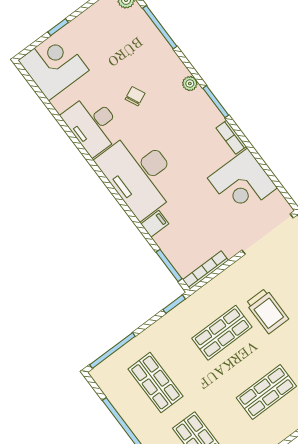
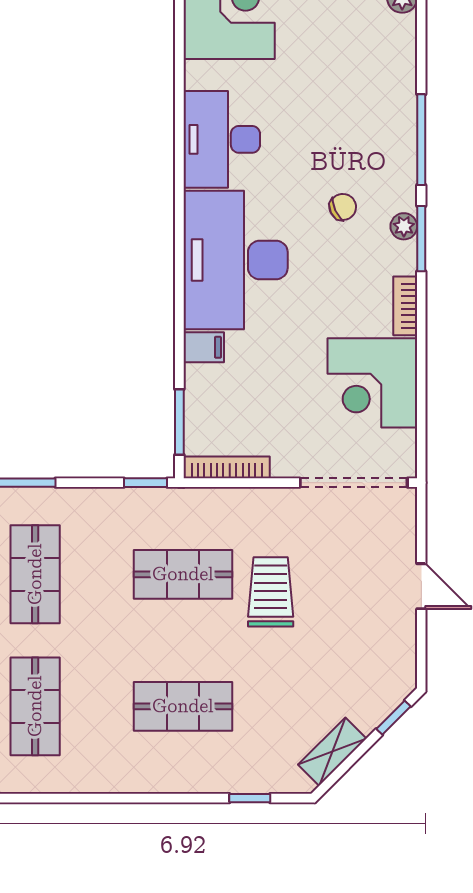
window: (160, 27) -> (421, 140), moved
plant: (190, 84) -> (404, 226), moved
chair: (135, 96) -> (343, 207), moved
trolley: (267, 311) -> (271, 592), turned 180

